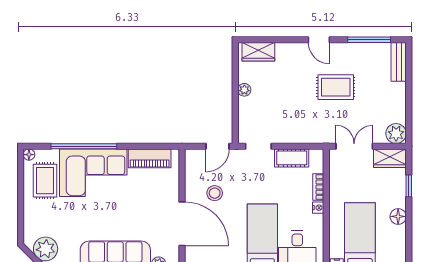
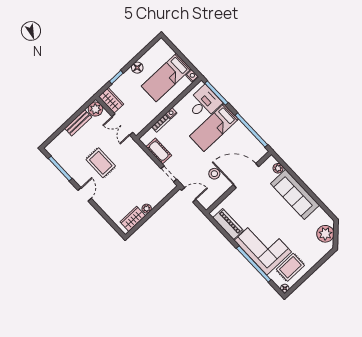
wardrobe: (258, 52) -> (133, 219), moved, turned -90
bench: (399, 62) -> (78, 123), moved
door: (182, 224) -> (246, 176), hinge flipped

